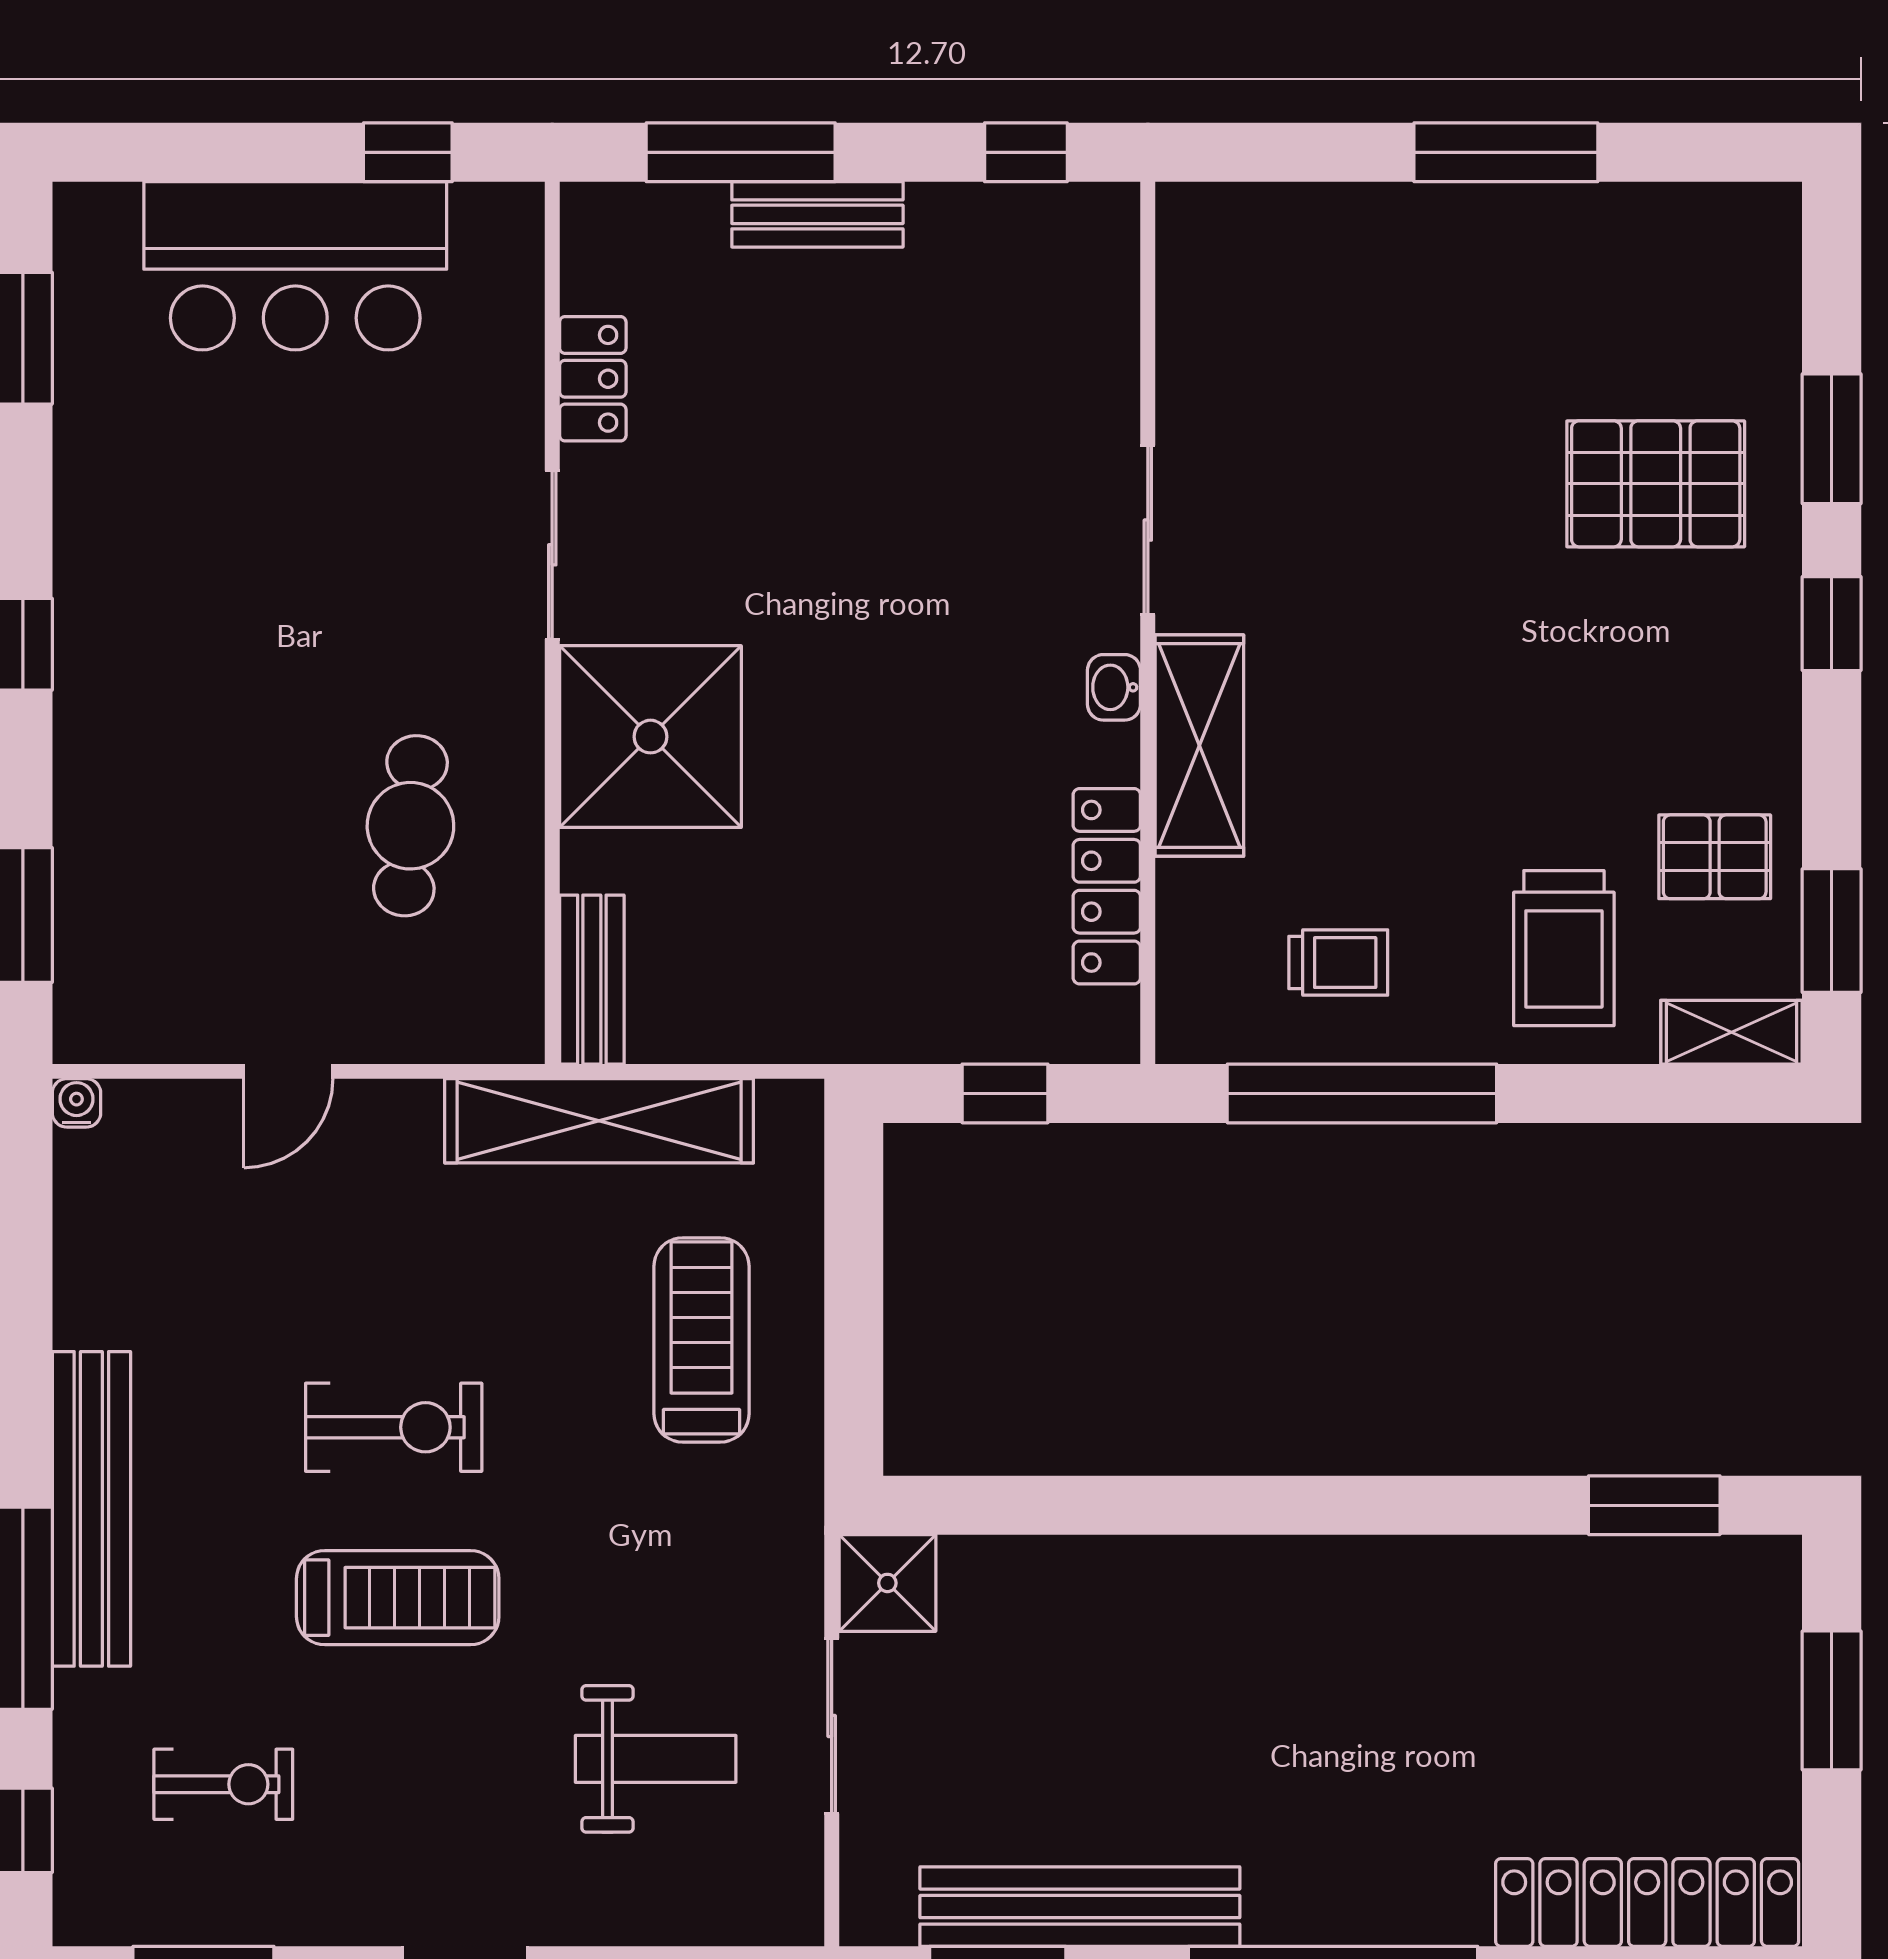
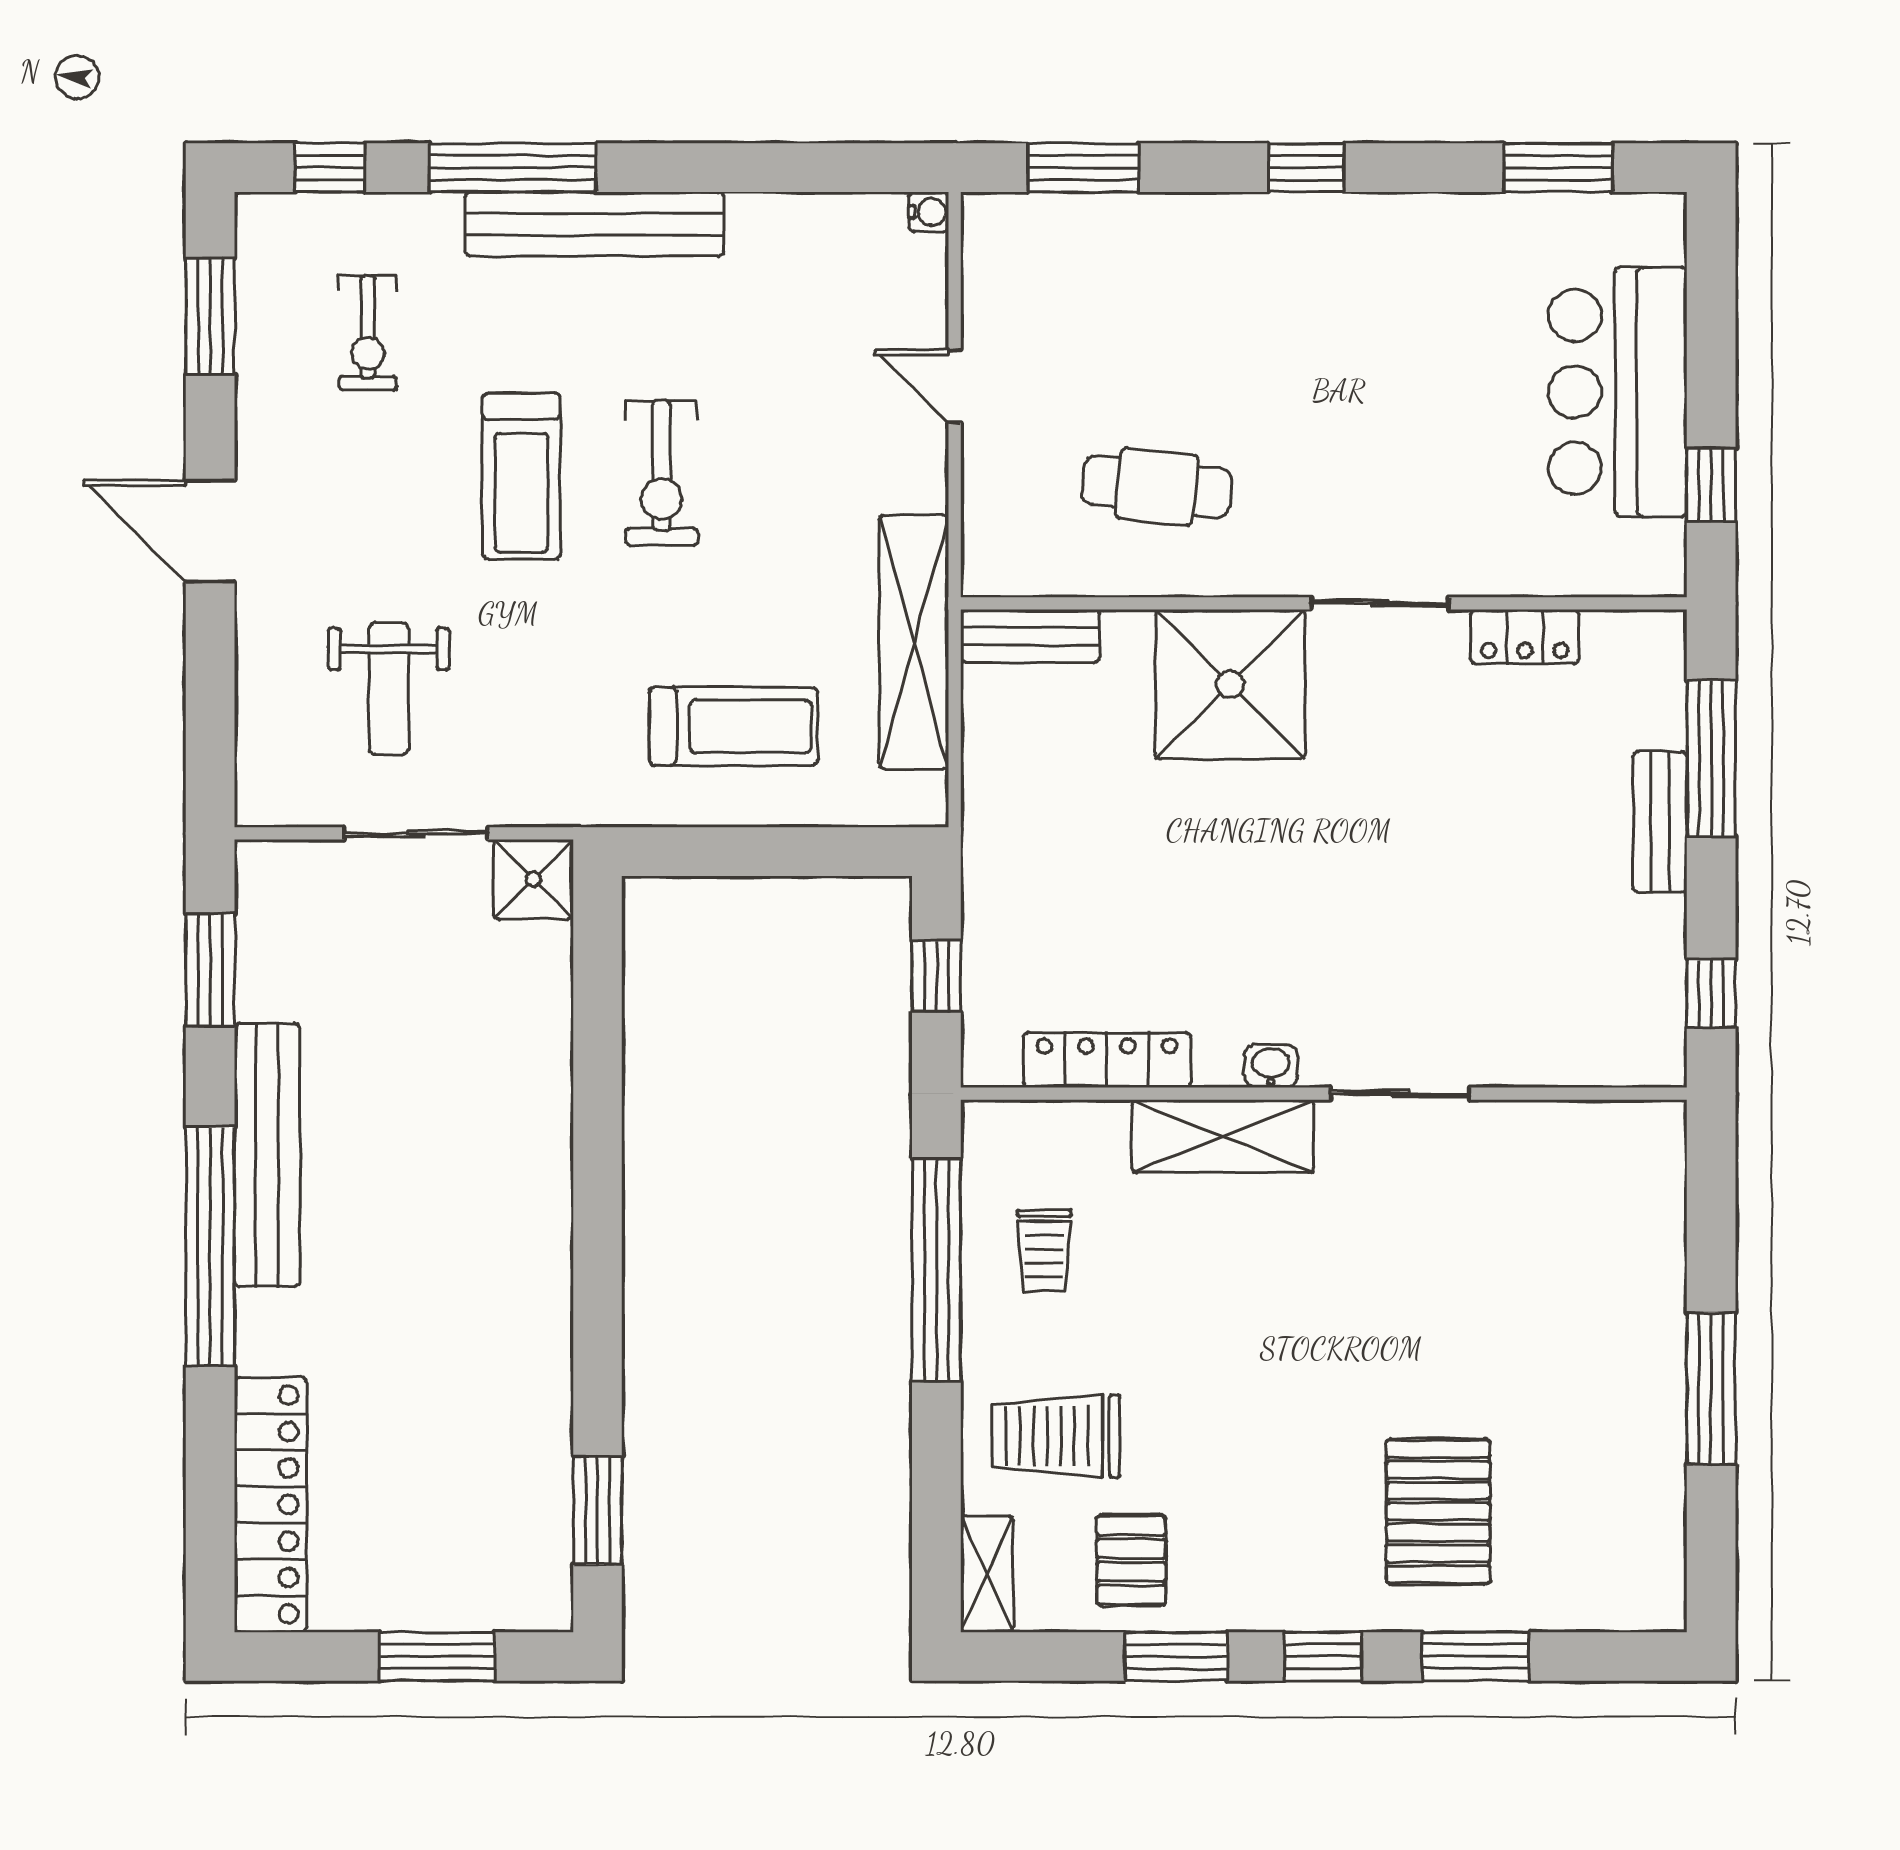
window: (1832, 931) -> (1176, 1656), moved
bench: (1080, 1907) -> (267, 1155), moved

